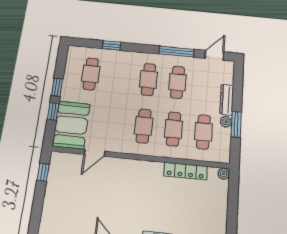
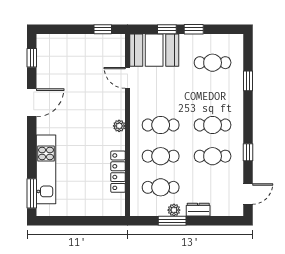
window: (177, 52) -> (248, 152), width x0.46
door: (214, 55) -> (248, 194), hinge flipped
dresser: (227, 100) -> (198, 210), width x0.70
plant: (223, 174) -> (119, 126), moved

